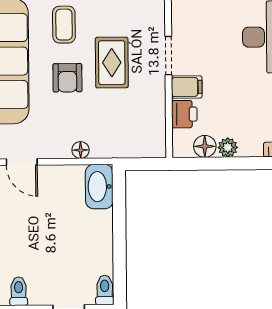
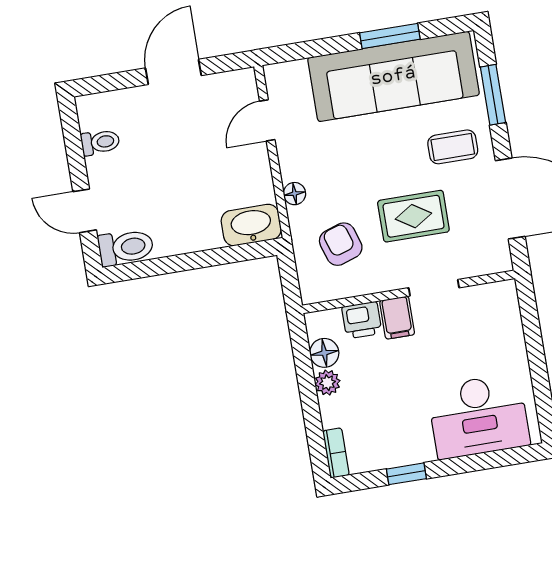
armchair: (67, 78) -> (341, 244), moved, turned 72
toilet: (105, 290) -> (126, 247), width x1.37, depth x1.39

